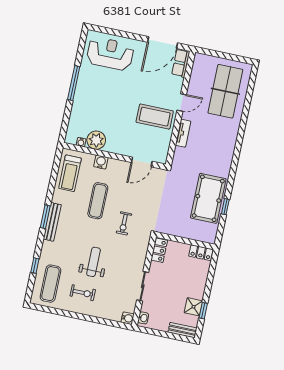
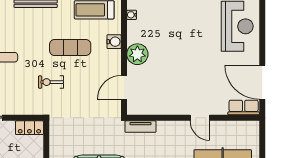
coffee table: (155, 117) -> (178, 91), removed
tv unit: (183, 133) -> (141, 127), moved
plant: (96, 140) -> (137, 54), moved
door: (142, 162) -> (124, 87), hinge flipped

